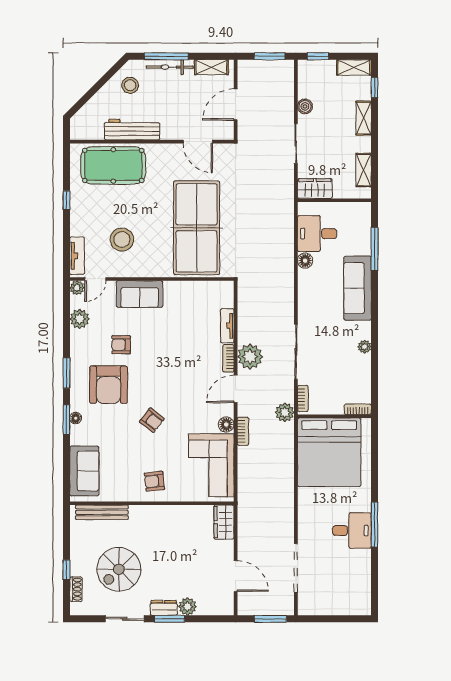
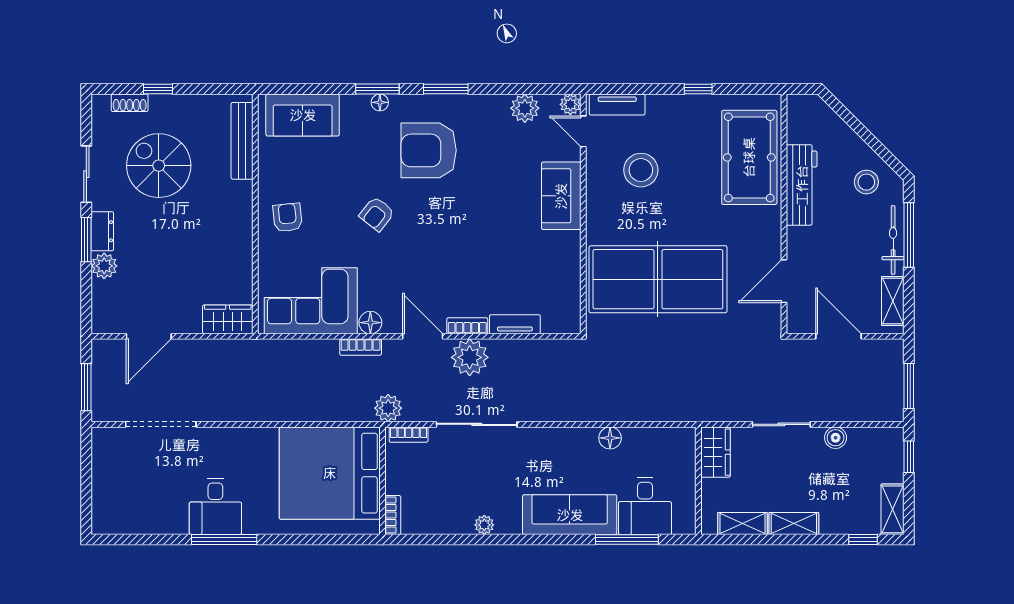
shelving: (364, 118) -> (794, 523), moved
desk: (317, 234) -> (645, 506), moved, turned 180
armchair: (121, 345) -> (487, 169), removed

